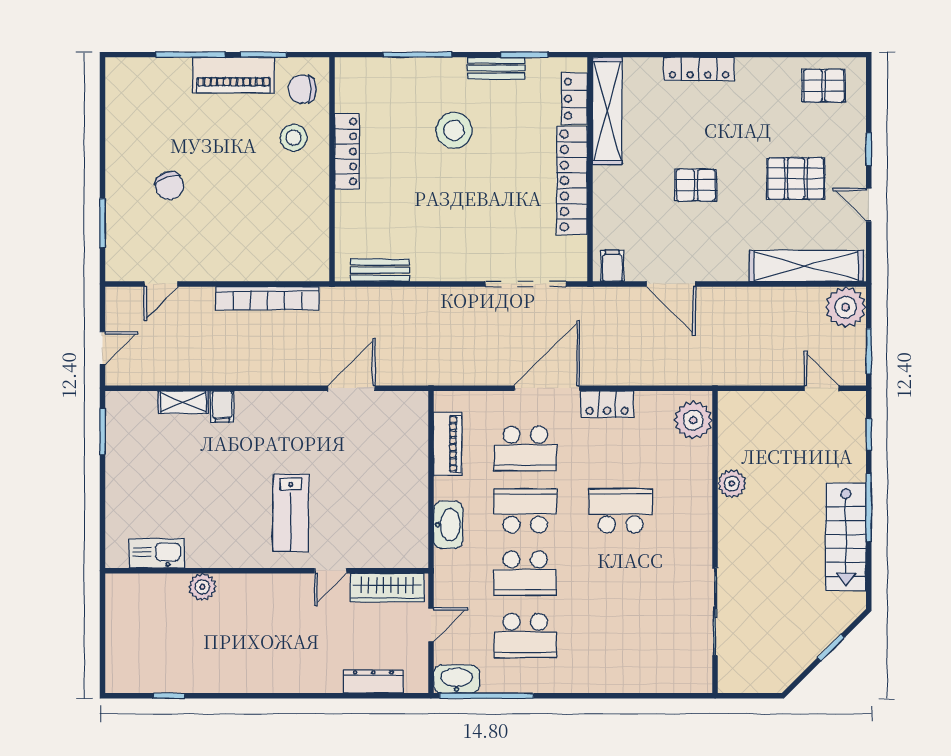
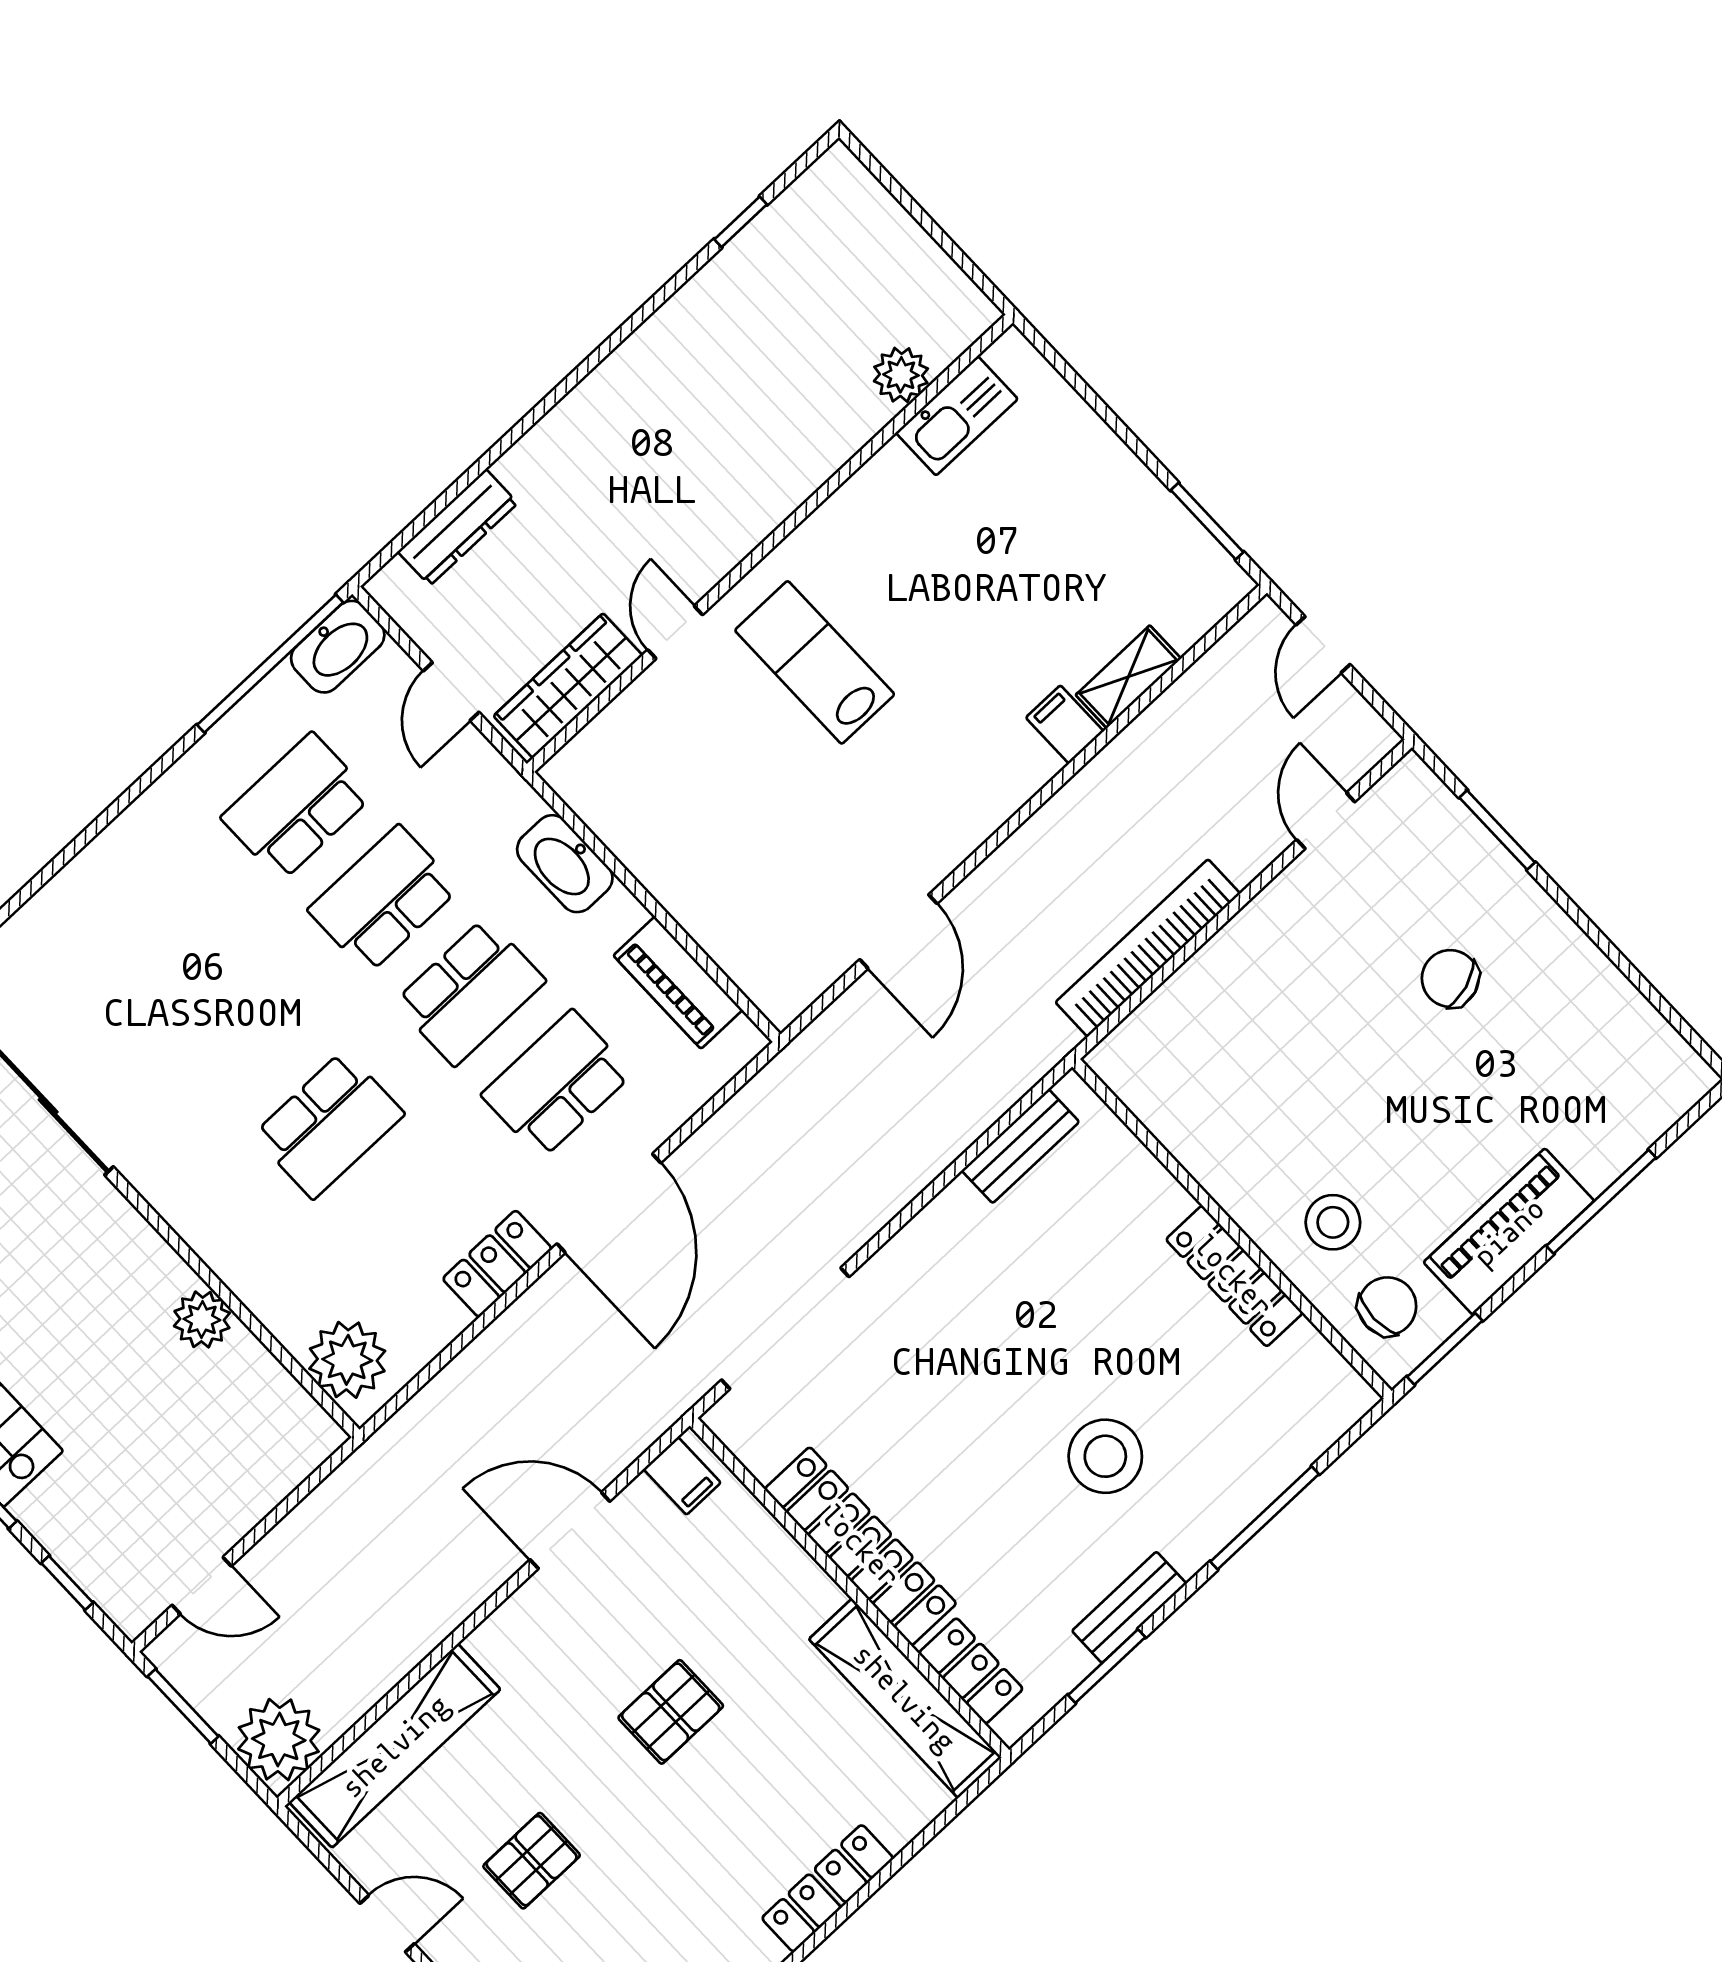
window: (264, 55) -> (1445, 1349), moved
pallet: (796, 179) -> (532, 1861), width x0.67, depth x0.71
plant: (202, 587) -> (901, 375), moved

